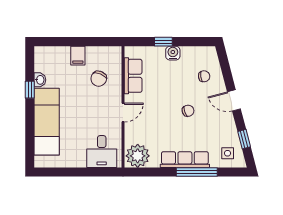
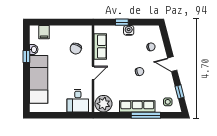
filing cabinet: (78, 56) -> (44, 32), moved

